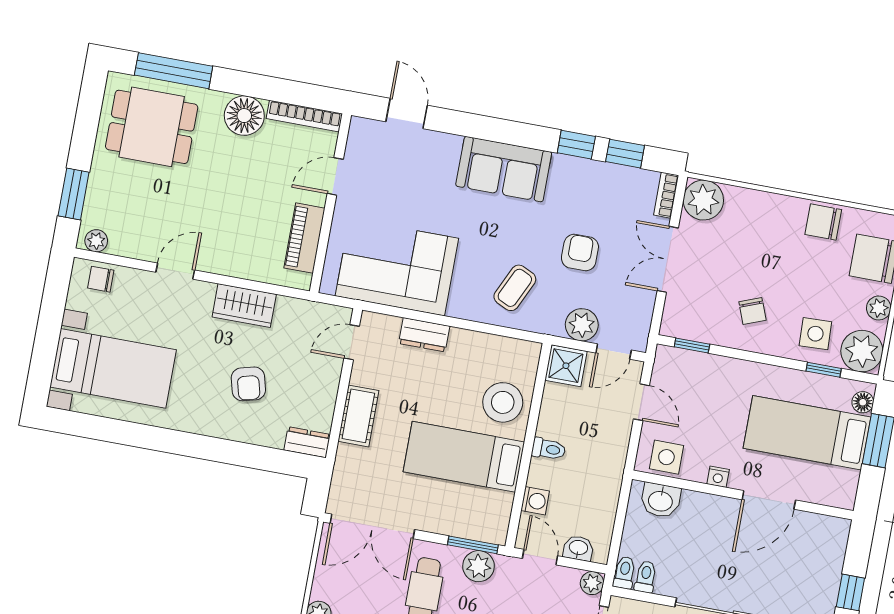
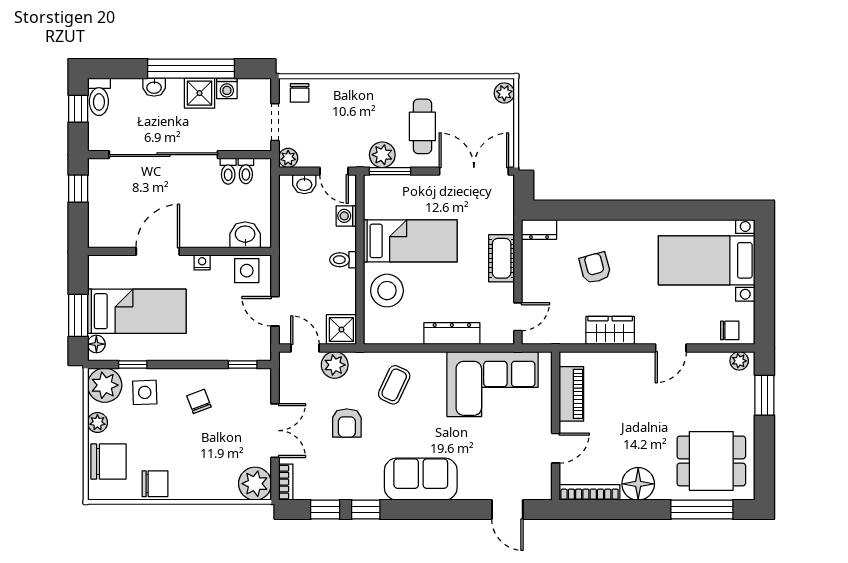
dresser: (424, 335) -> (452, 334), width x1.44
door: (614, 352) -> (305, 348), hinge flipped
toilet: (624, 573) -> (228, 171), moved

